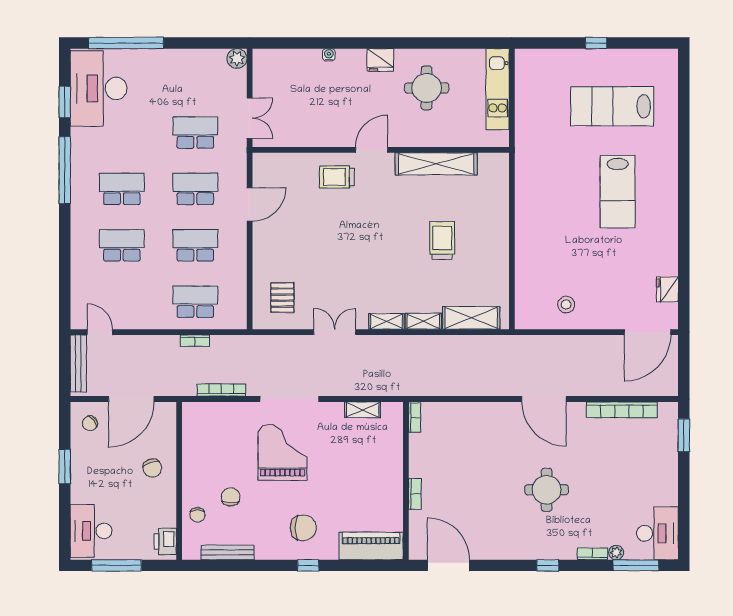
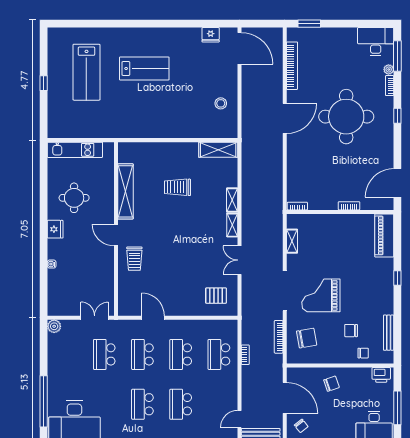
shelving: (471, 318) -> (218, 150), moved, turned 90
round table: (547, 490) -> (346, 117), width x1.86, depth x1.86
chair: (303, 528) -> (307, 338), moved, turned 80

